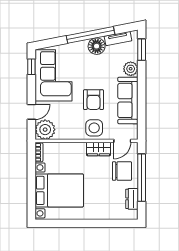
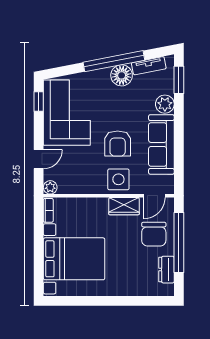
plant: (45, 130) -> (50, 187), width x0.53, depth x0.53
chair: (122, 171) -> (154, 234), turned 90

